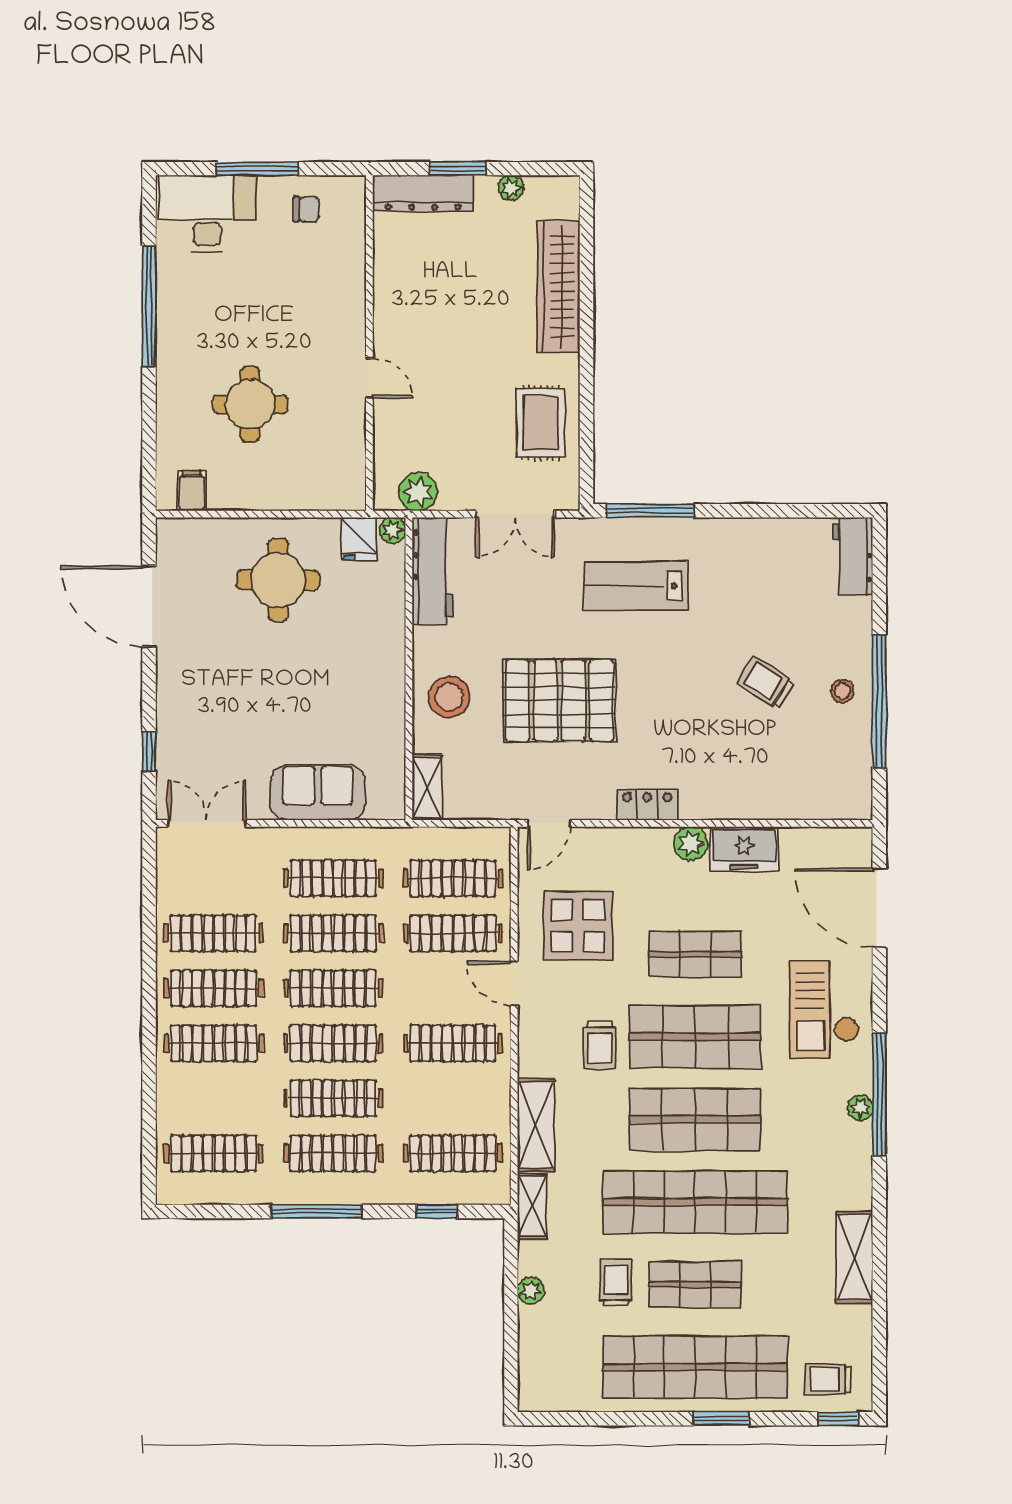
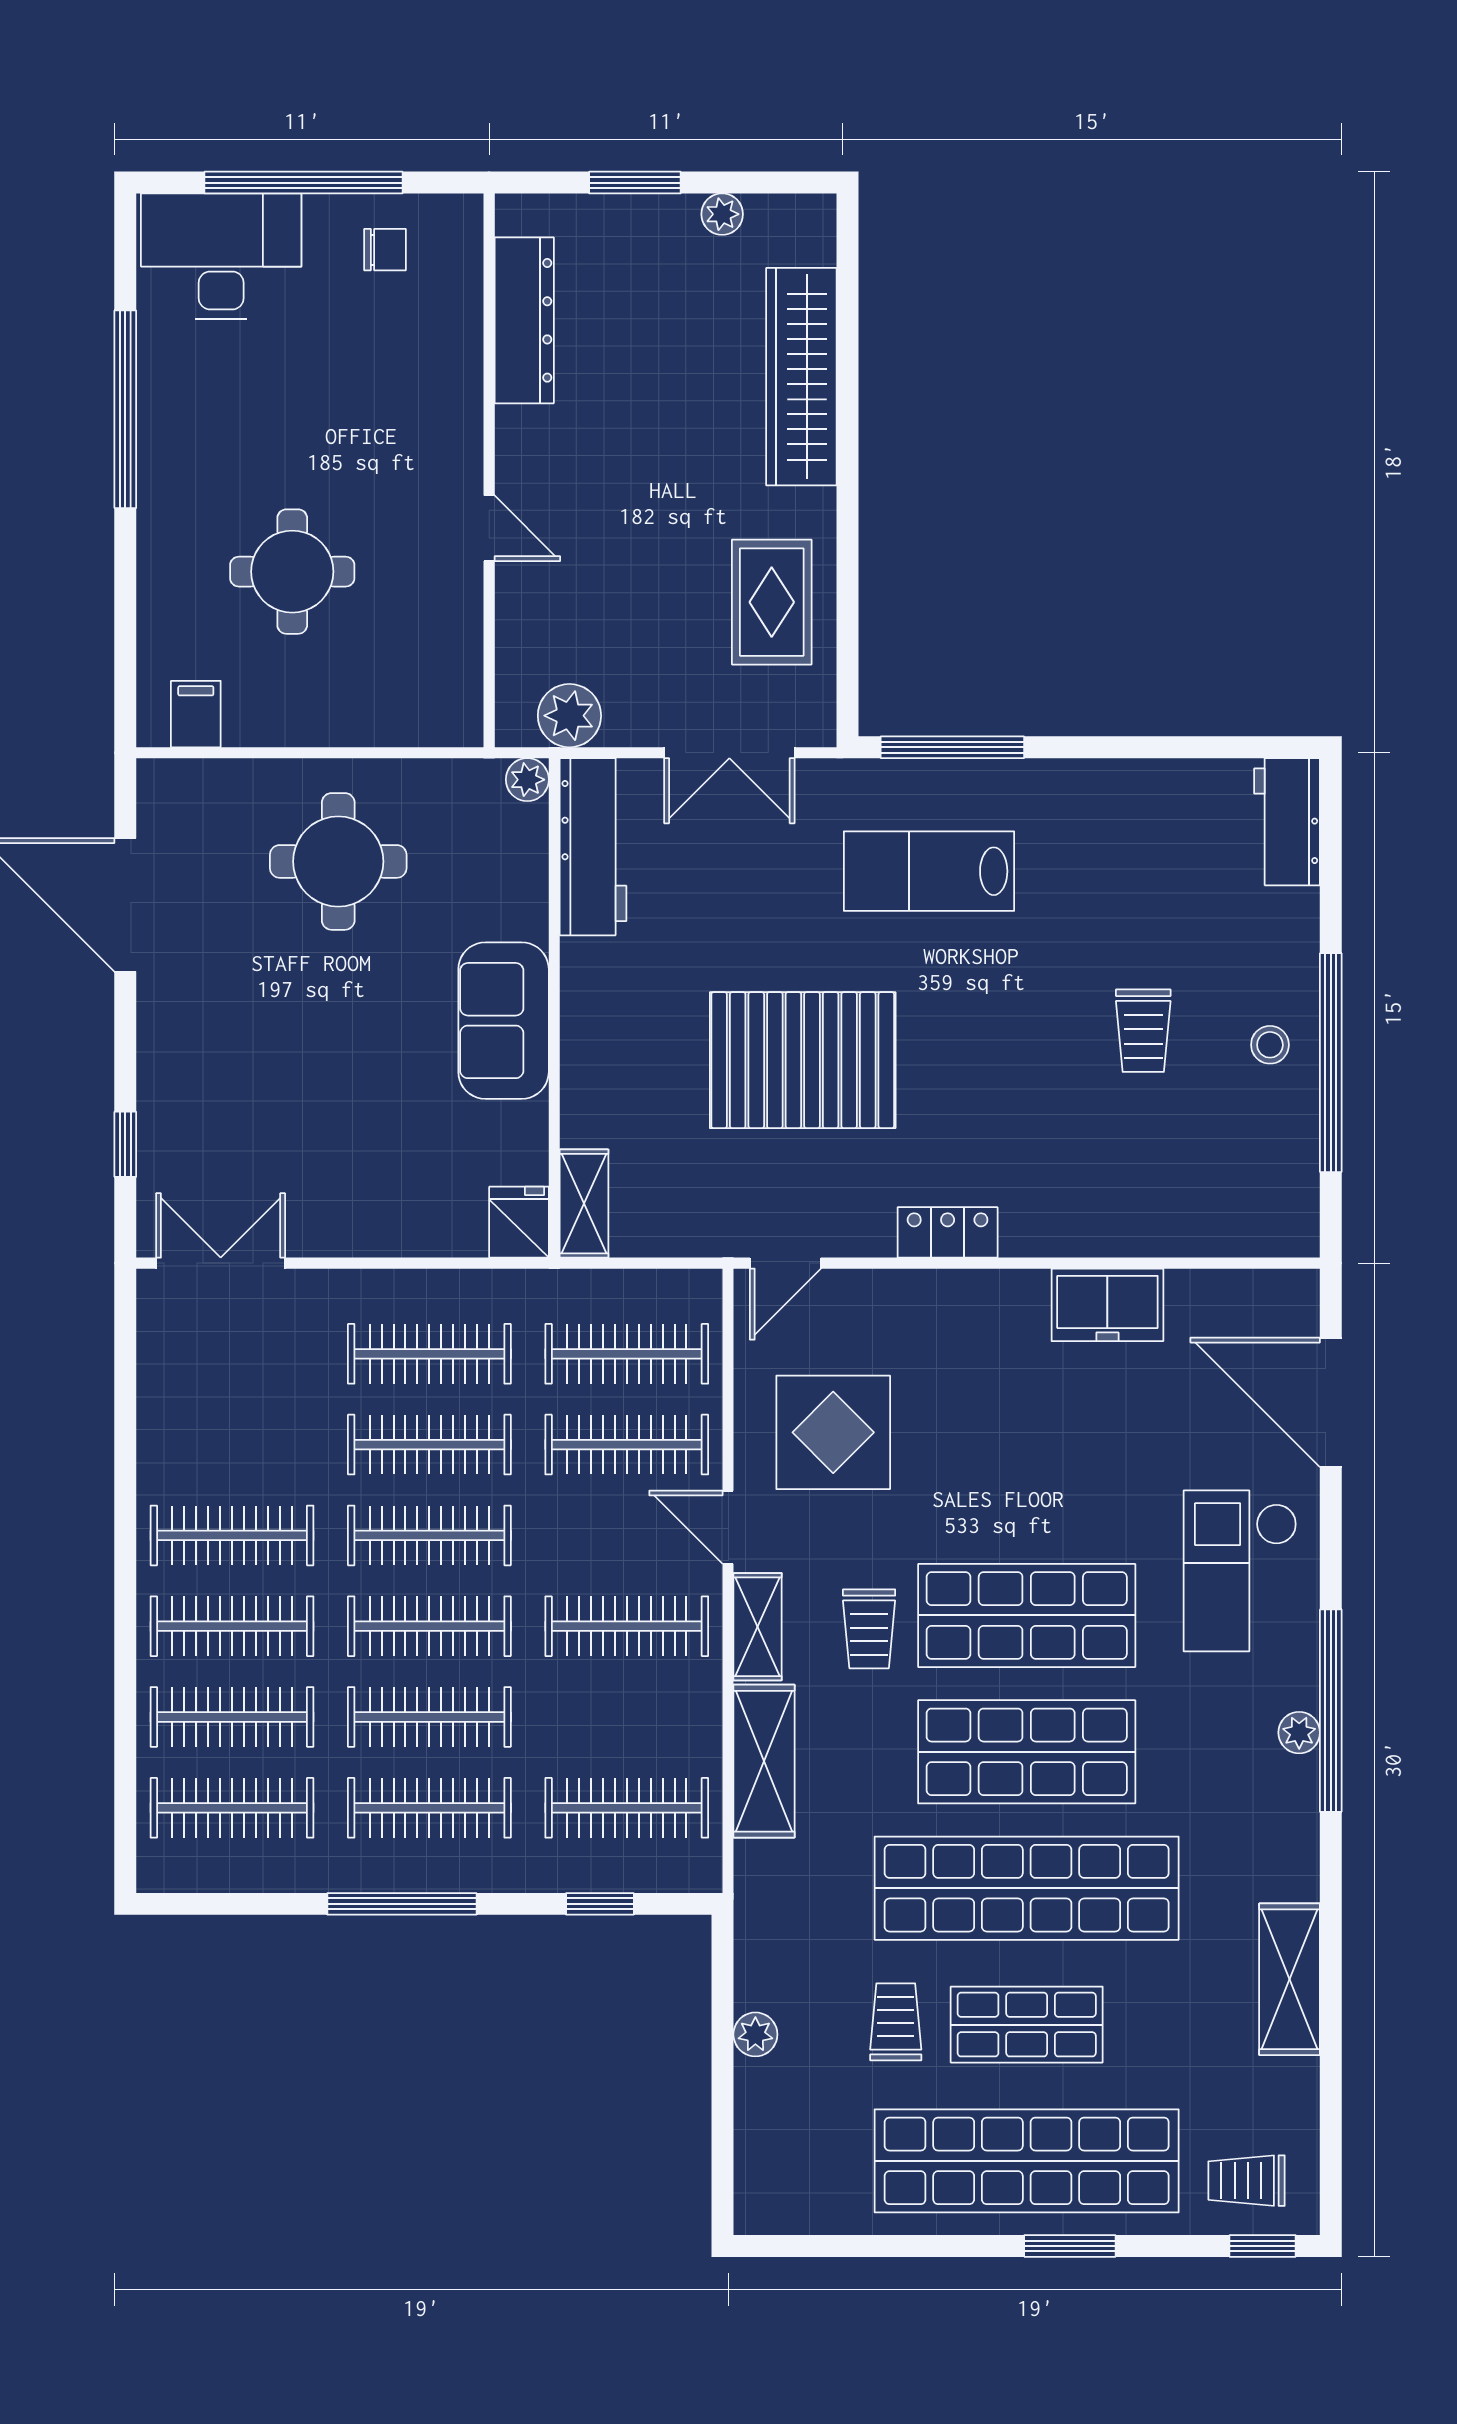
window: (257, 169) -> (303, 183), width x1.46
dresser: (423, 193) -> (524, 320), moved, turned -90
fridge: (359, 539) -> (519, 1222), moved, turned 180
trolley: (766, 682) -> (1143, 1031), turned -122
stool: (449, 697) -> (621, 1055), removed
sofa: (318, 793) -> (504, 1021), moved, turned -90
plant: (691, 843) -> (1019, 1296), removed
clothes rail: (214, 933) -> (232, 1717), moved
shop shelf: (695, 954) -> (1027, 1479), removed
shelving: (532, 1207) -> (758, 1627), moved

